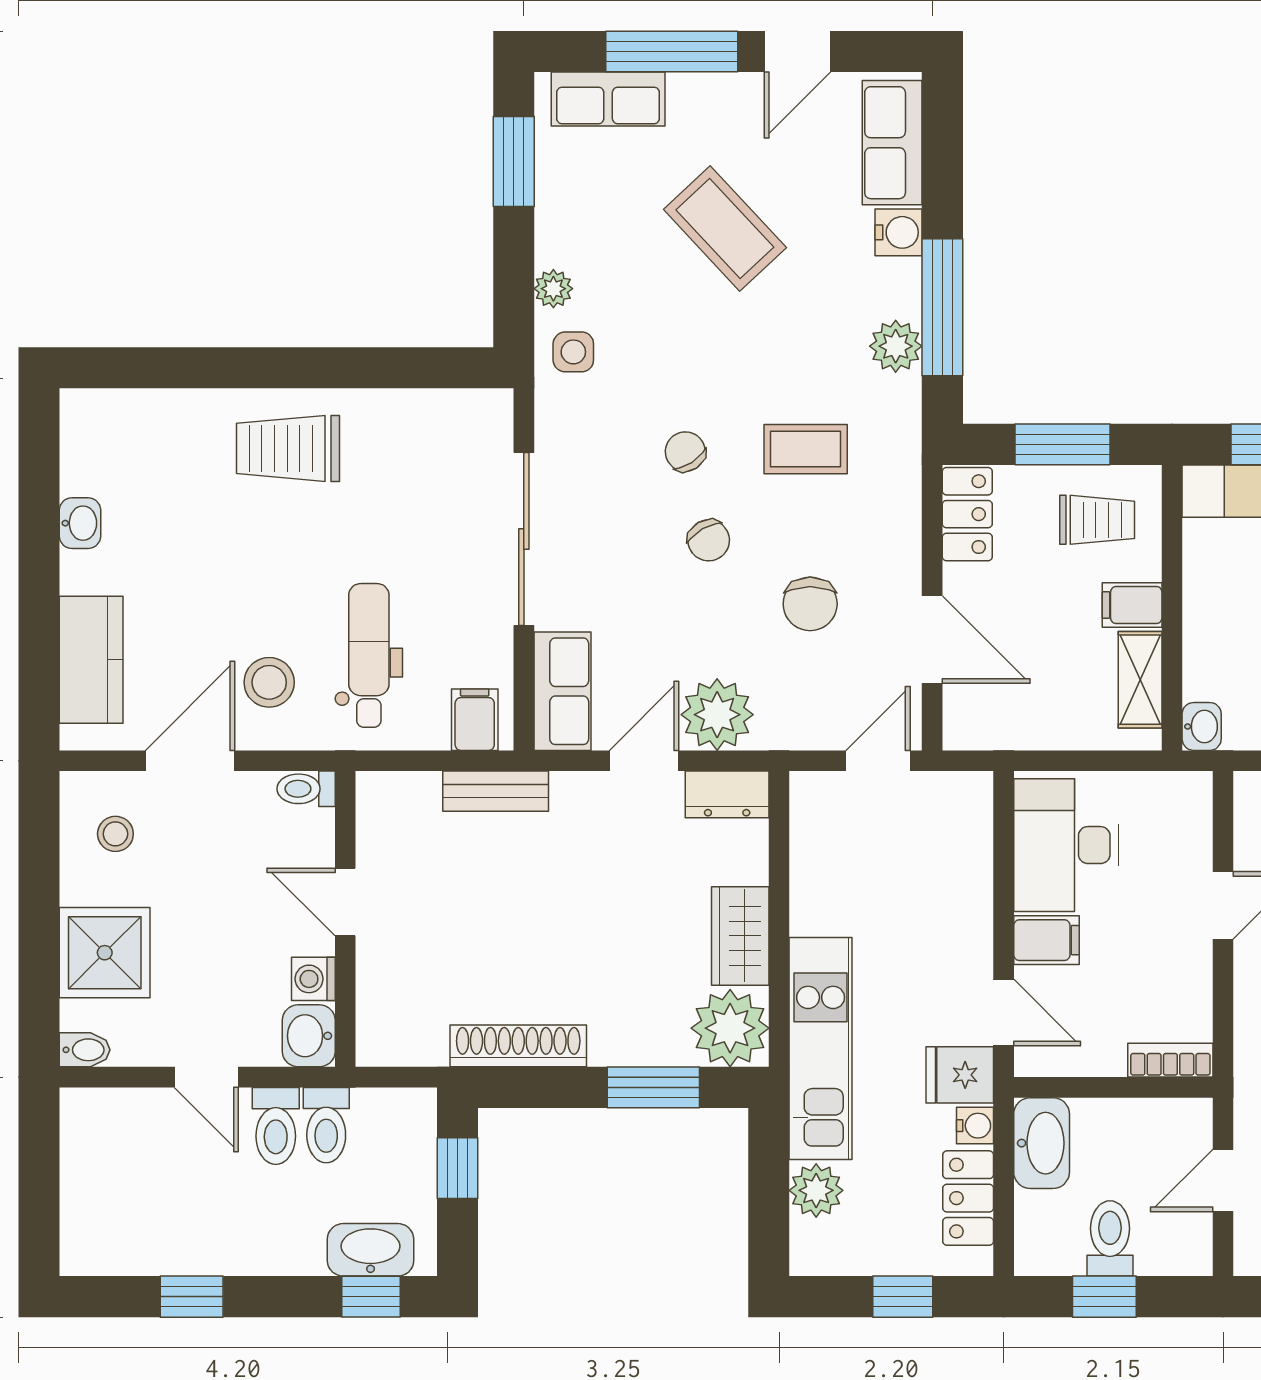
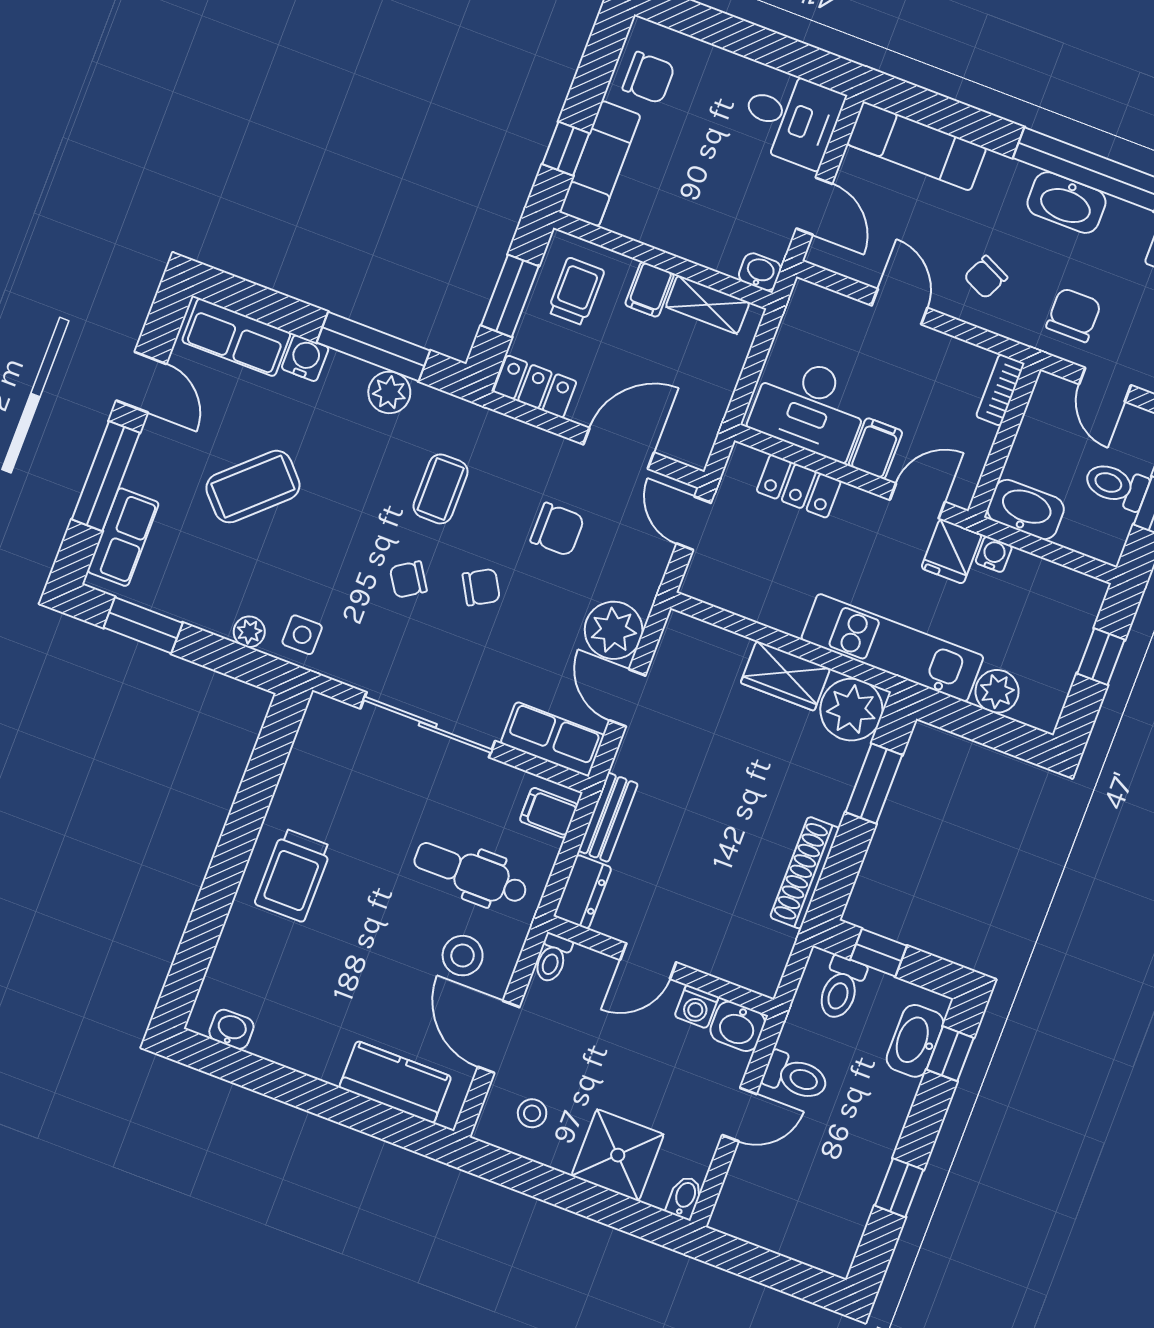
washbasin: (80, 523) -> (231, 1029), moved
dresser: (727, 794) -> (583, 892), moved
toilet: (326, 1125) -> (841, 988), moved, turned 90
locker: (968, 1198) -> (799, 486), moved

